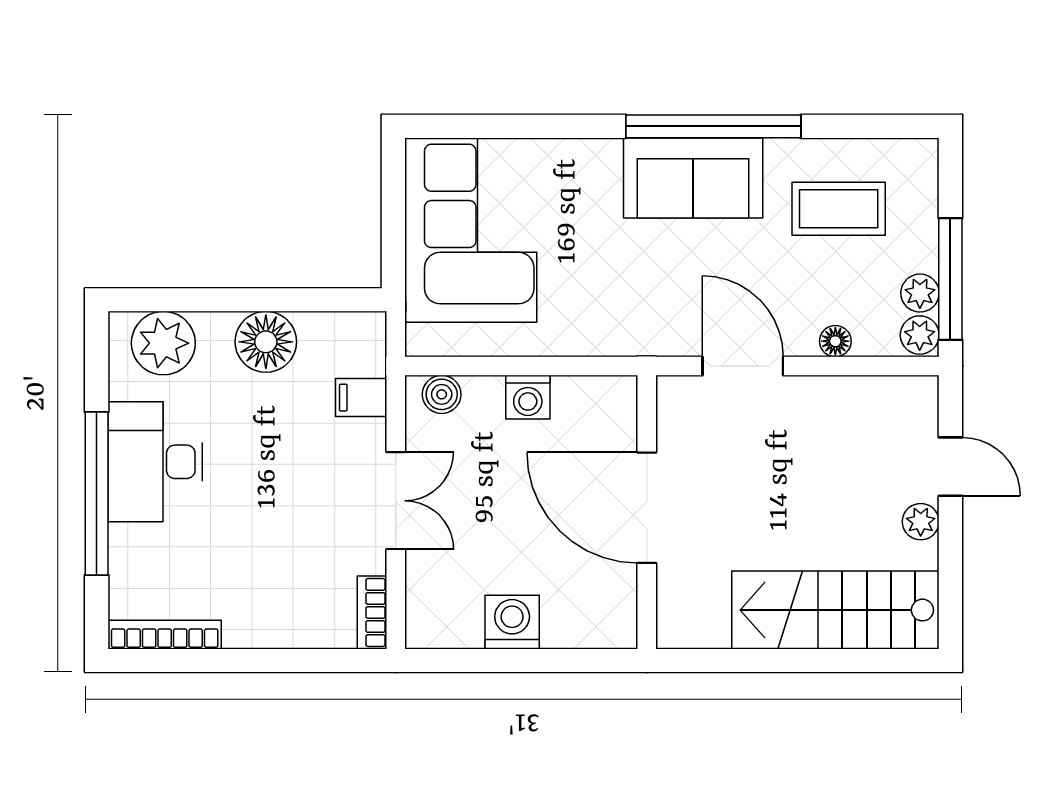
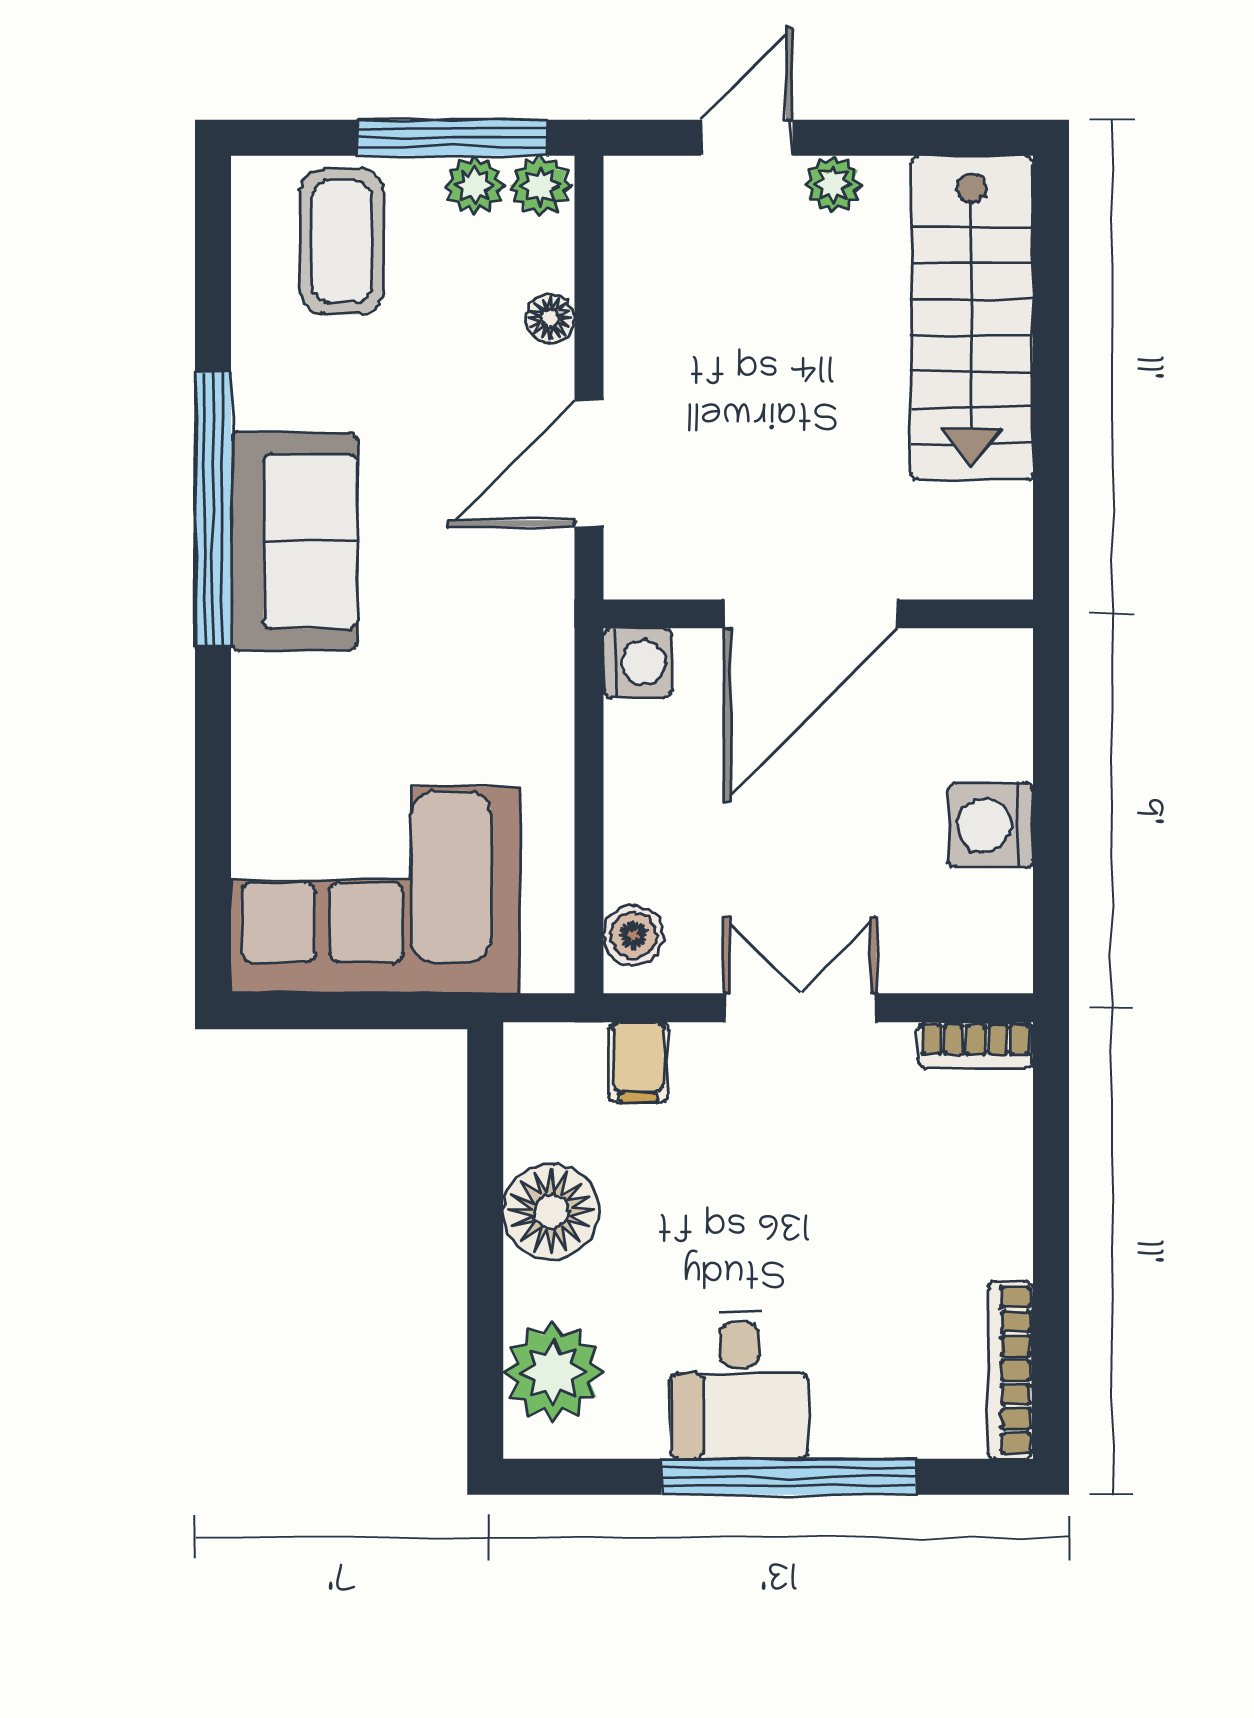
coffee table: (839, 209) -> (342, 241), moved
washing machine: (528, 397) -> (638, 663), moved
desk: (155, 462) -> (739, 1385), width x0.73

